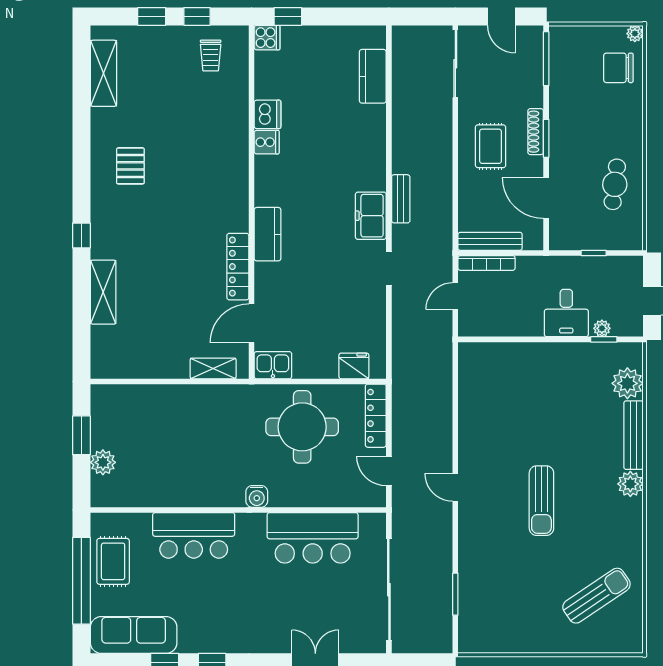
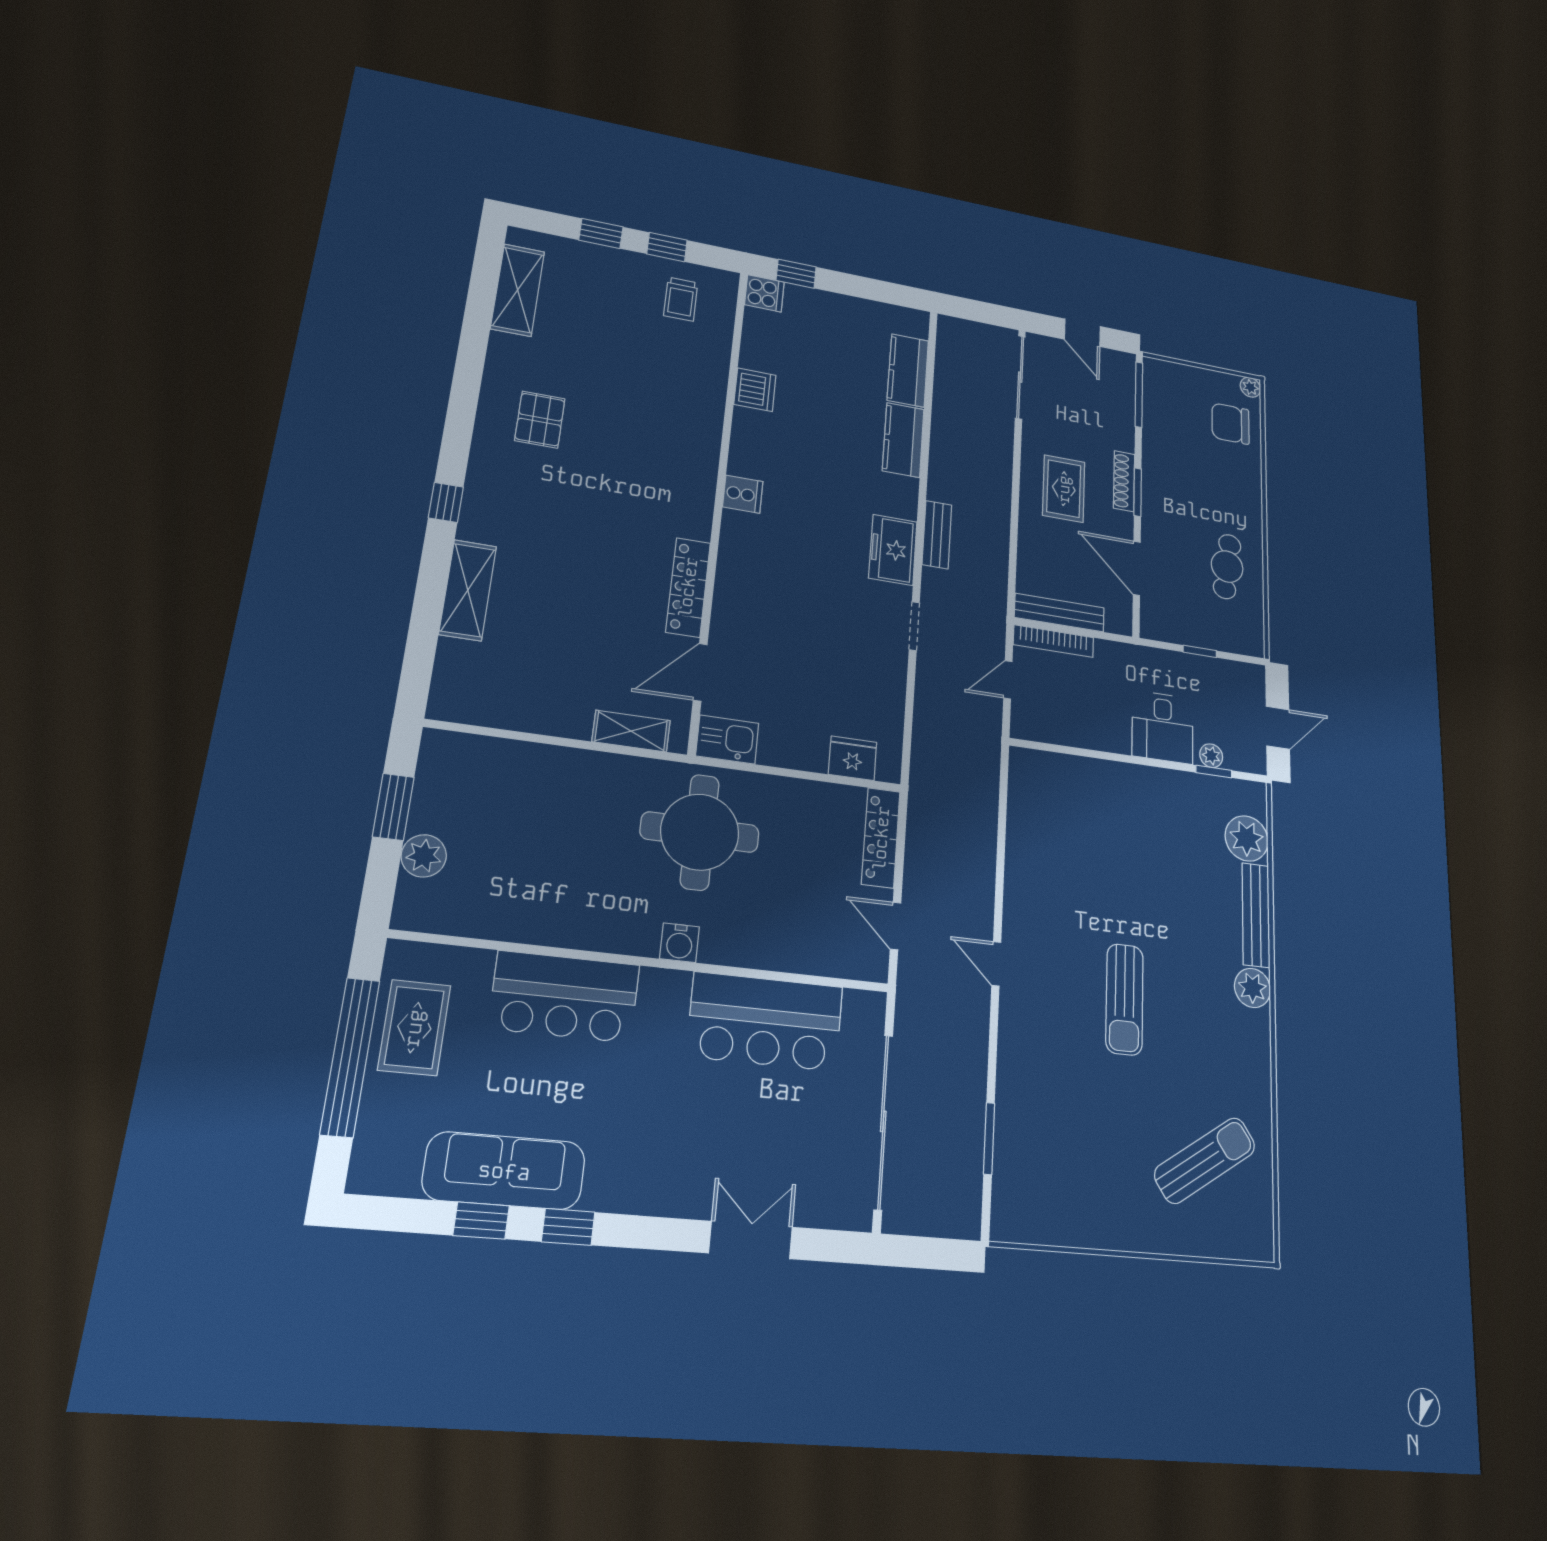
cooker: (267, 142) -> (743, 494), moved
kitchen counter: (268, 234) -> (903, 440), moved, turned 180
round table: (302, 427) -> (700, 832), moved
sofa: (134, 635) -> (504, 1171), moved

